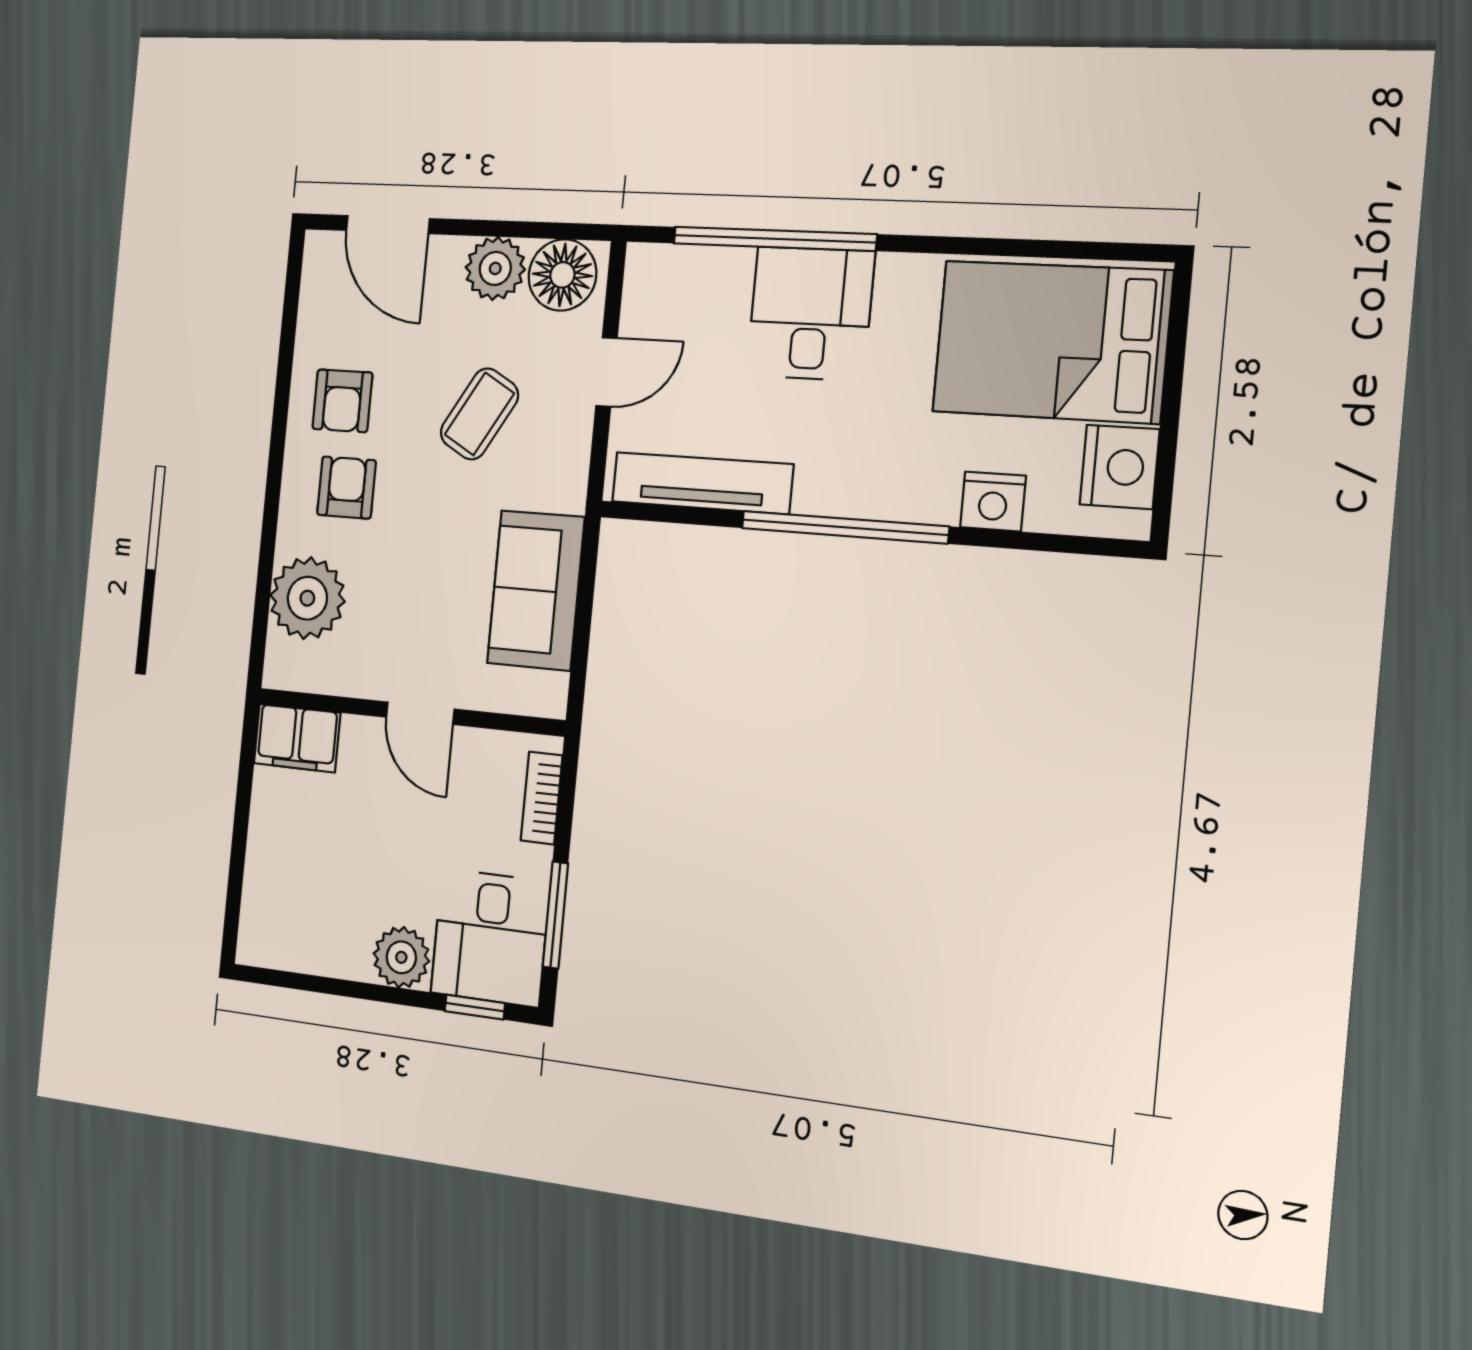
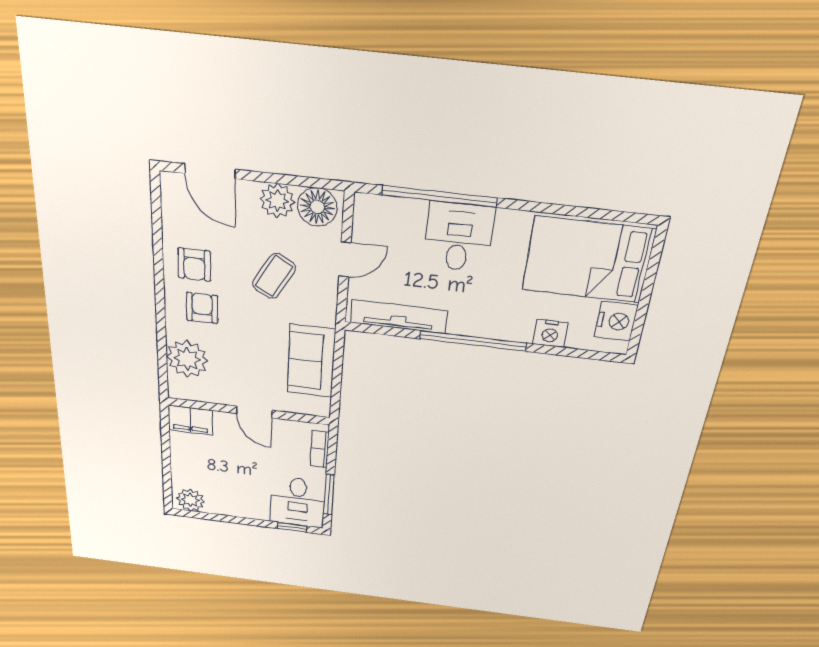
plant: (401, 957) -> (190, 500), moved

